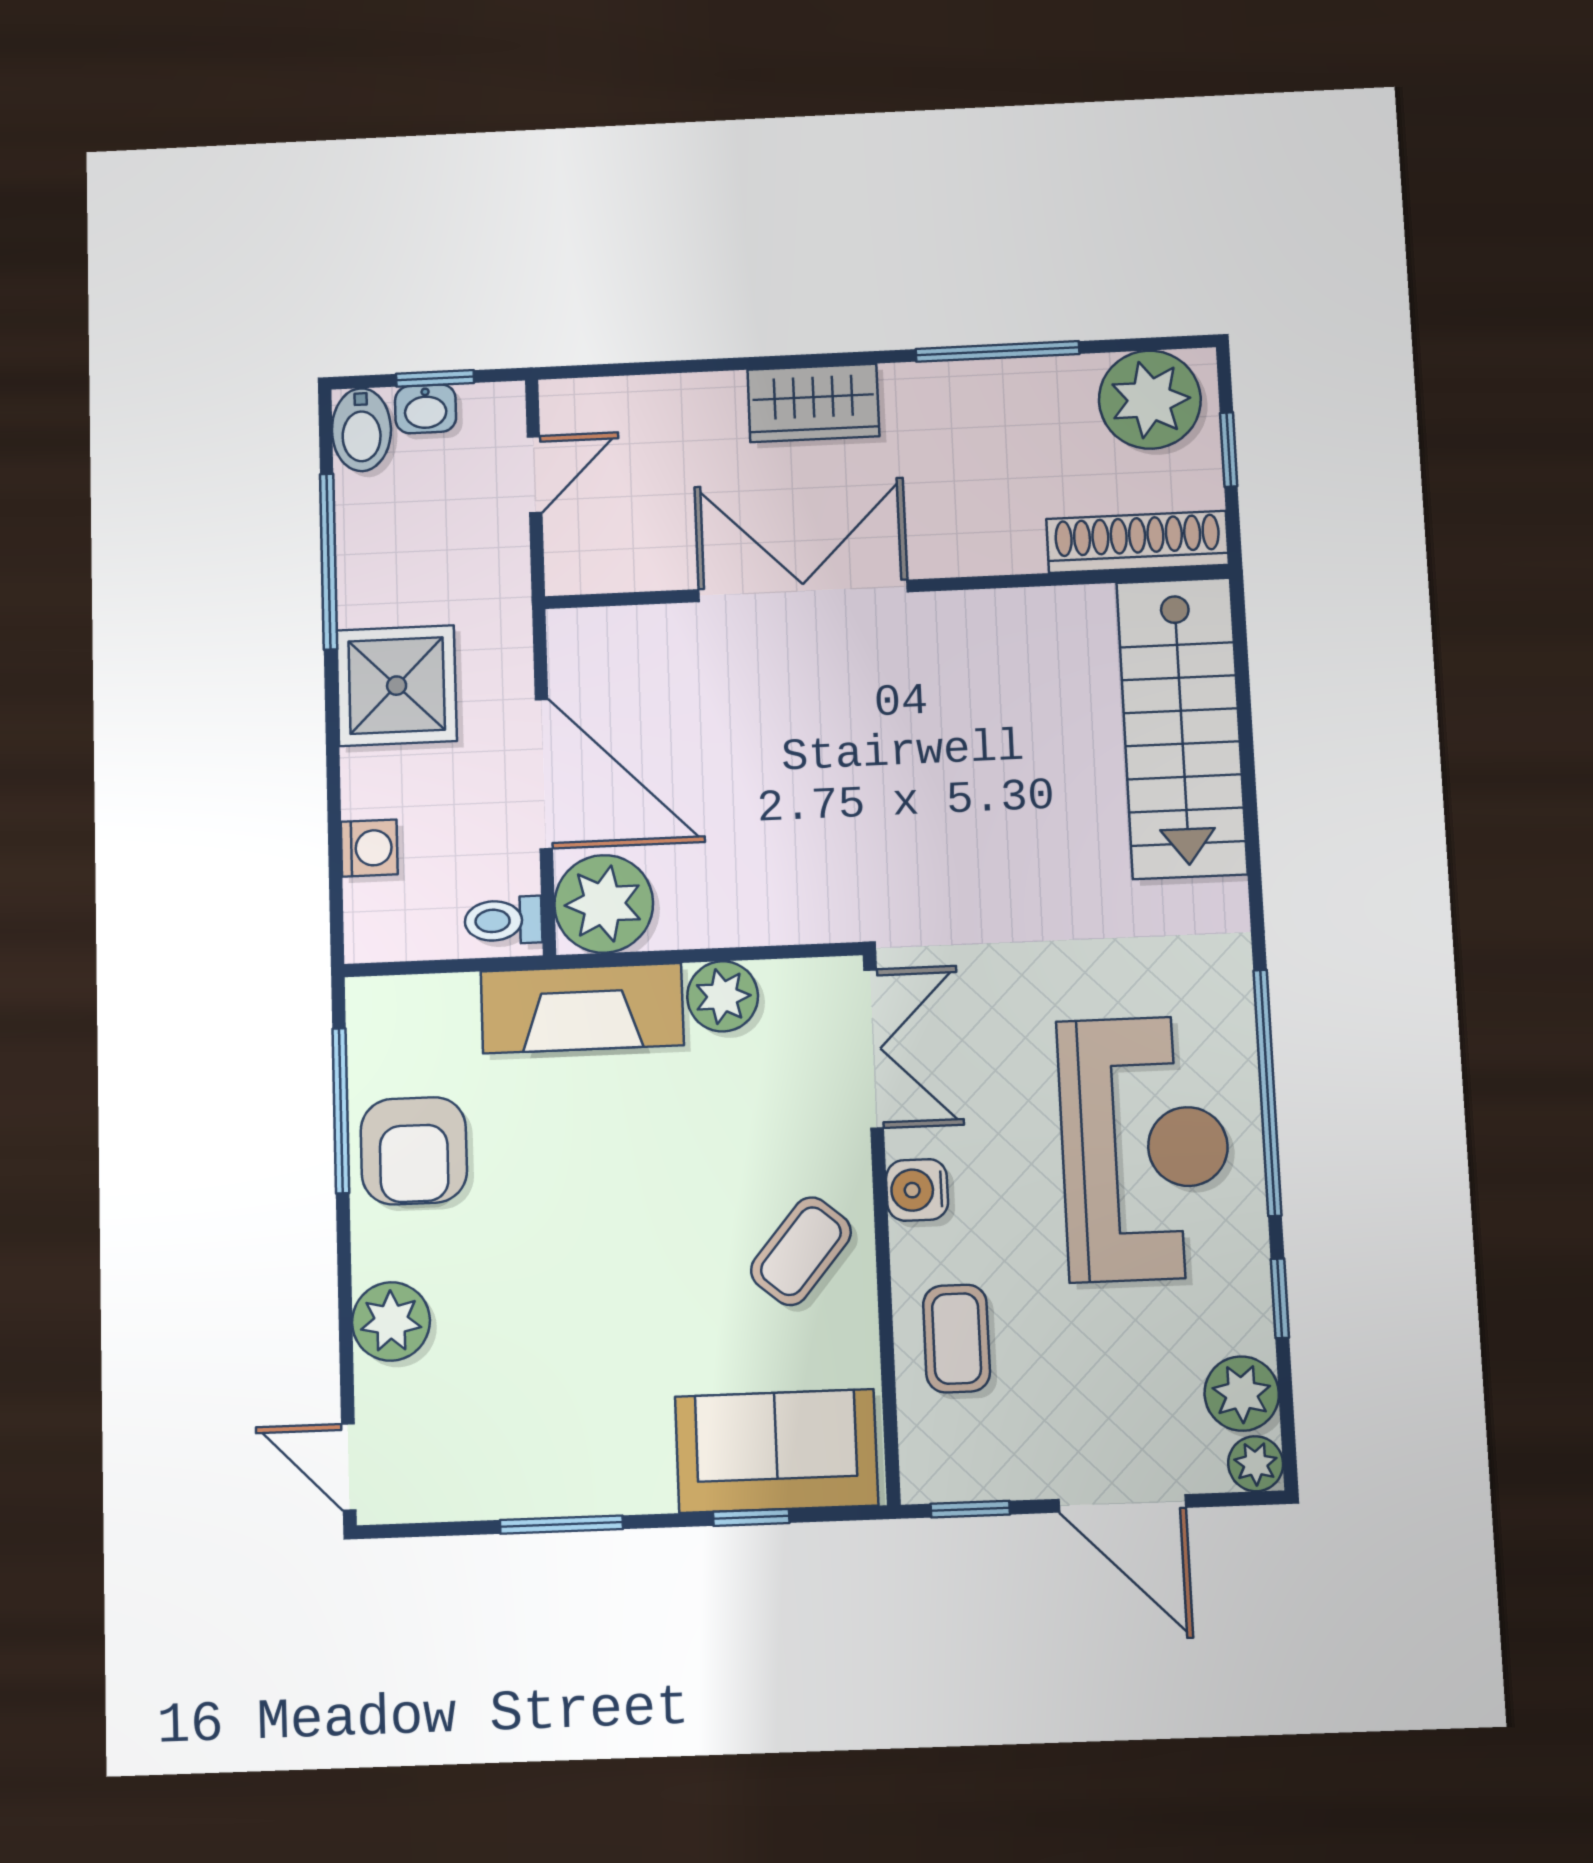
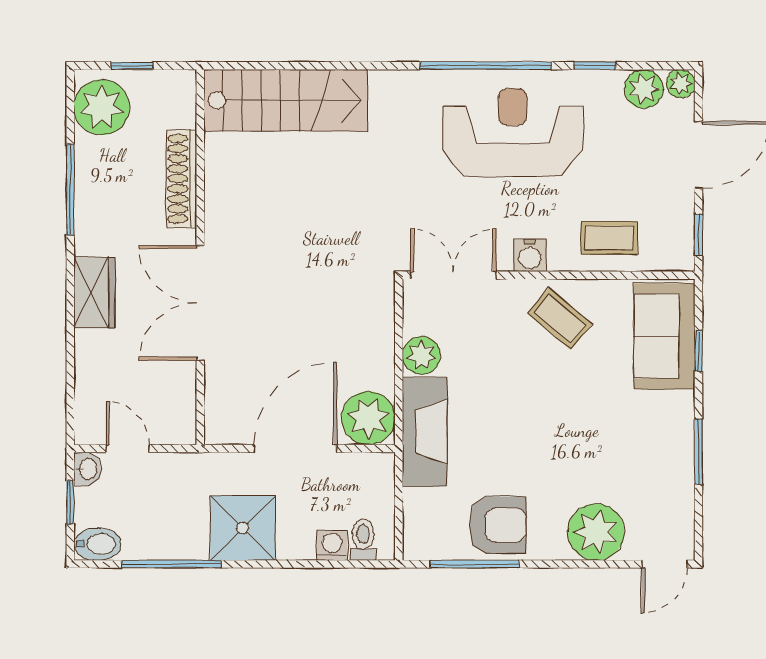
washbasin: (426, 409) -> (87, 469), moved
shoe rack: (1137, 542) -> (181, 179), moved
toilet: (503, 921) -> (363, 540), moved, turned 180
plant: (391, 1321) -> (596, 532), width x1.36, depth x1.36

